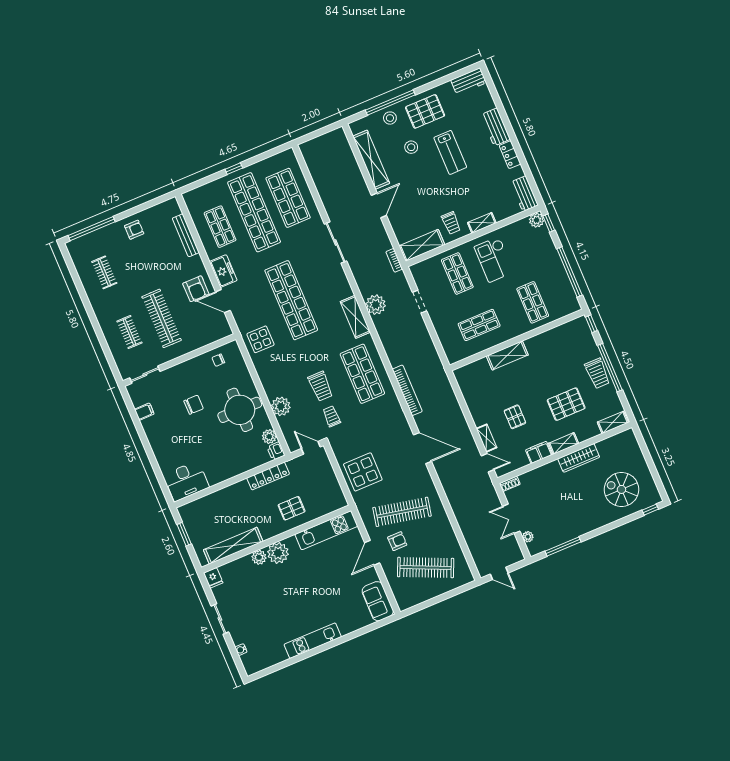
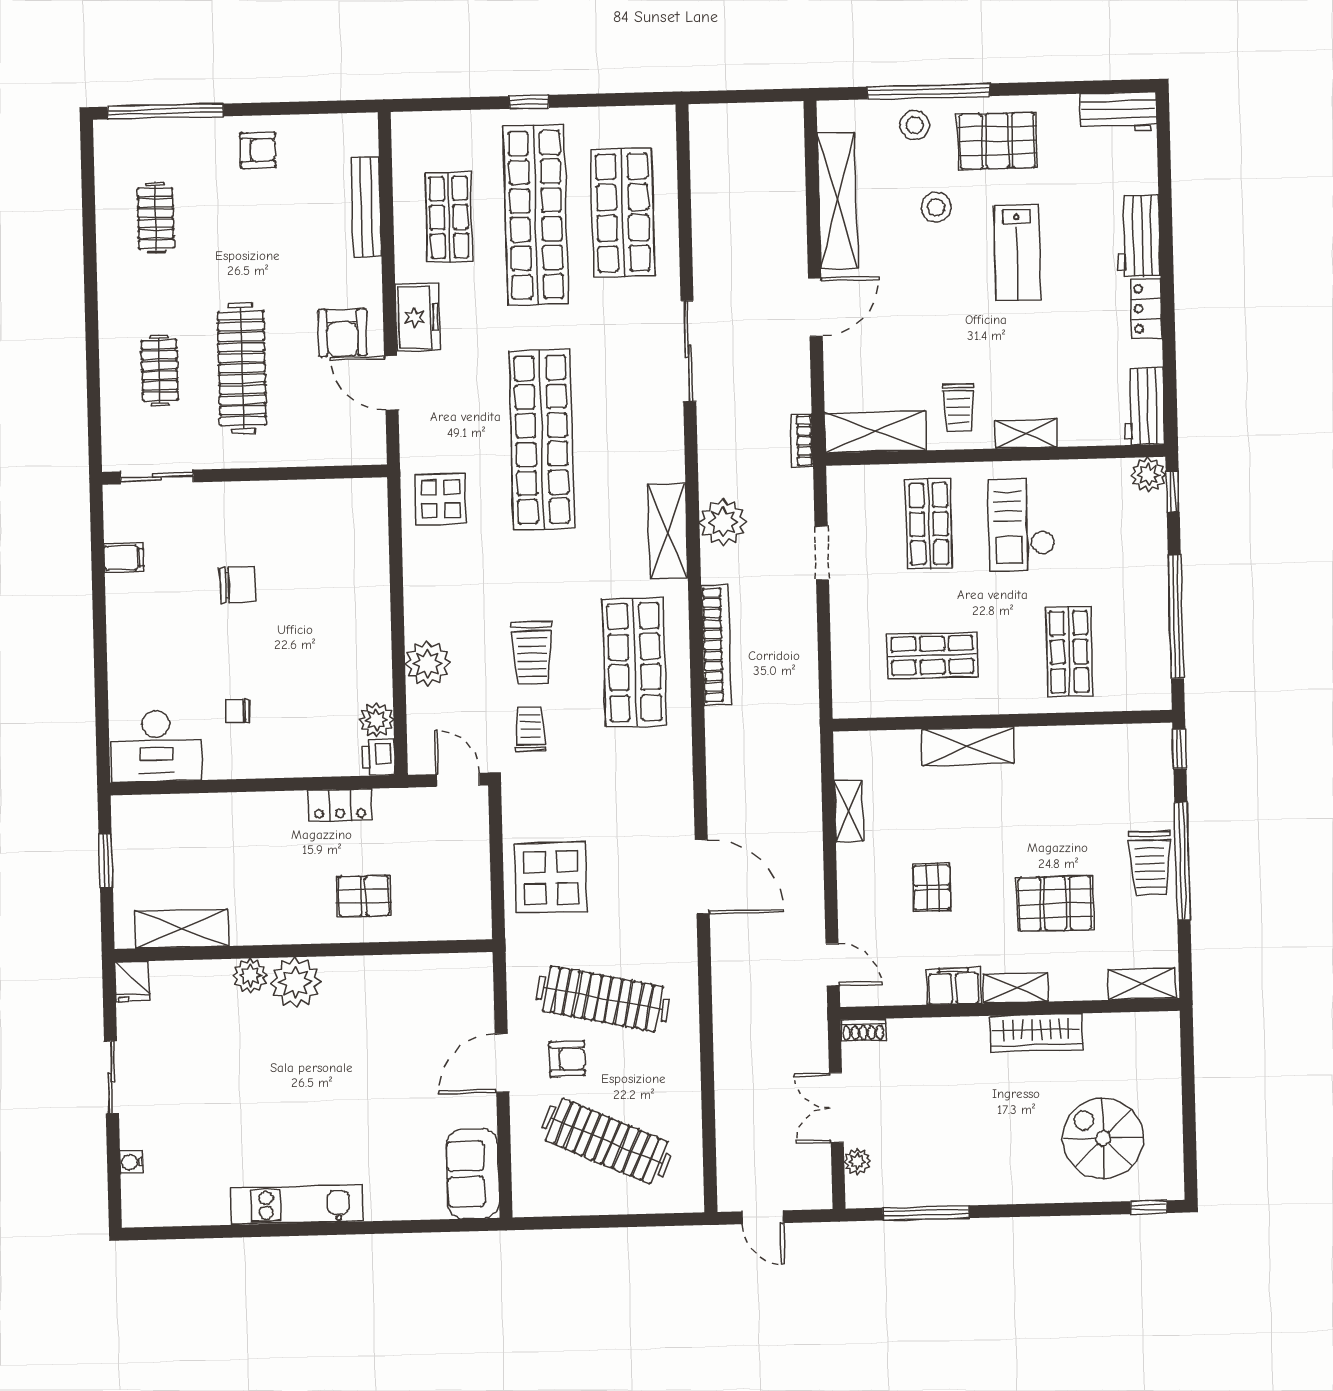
chair: (218, 360) -> (237, 711), moved
bookcase: (407, 390) -> (716, 645), moved
round table: (240, 410) -> (335, 636), removed
shelving: (487, 438) -> (849, 811), moved
locker: (268, 476) -> (340, 805), width x0.66
kitchen unit: (326, 530) -> (421, 974), removed
shelving: (233, 546) -> (182, 929), width x0.68

